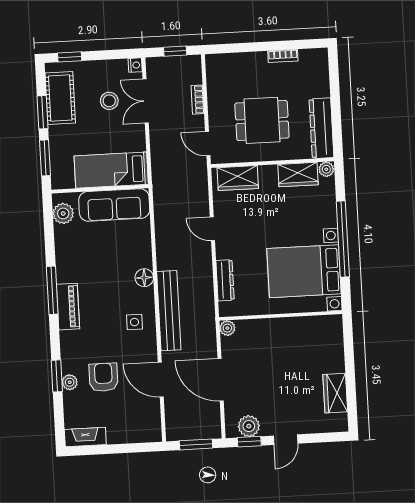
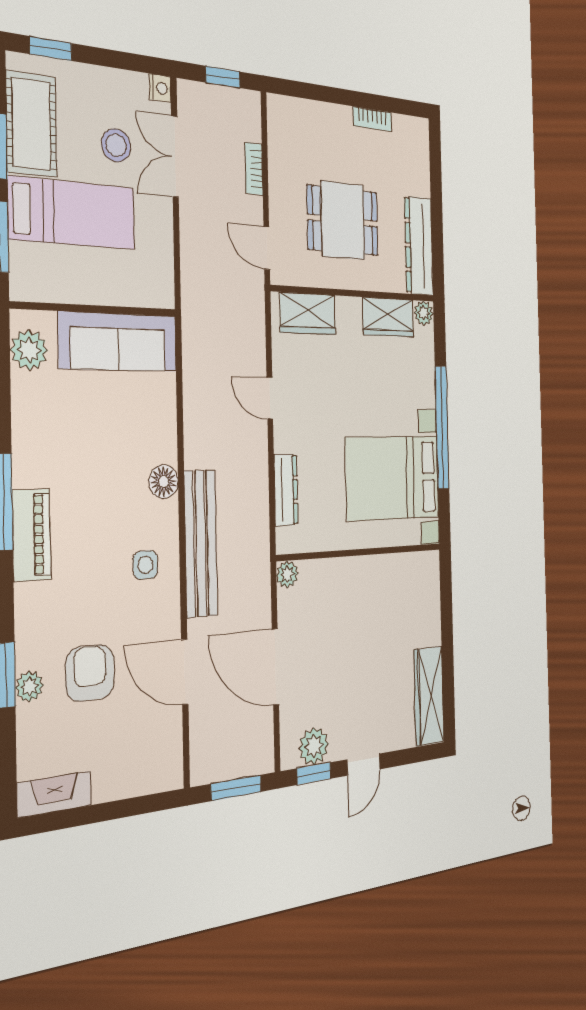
bed: (111, 170) -> (73, 213), moved, turned 180
wardrobe: (335, 393) -> (429, 696), width x1.50

